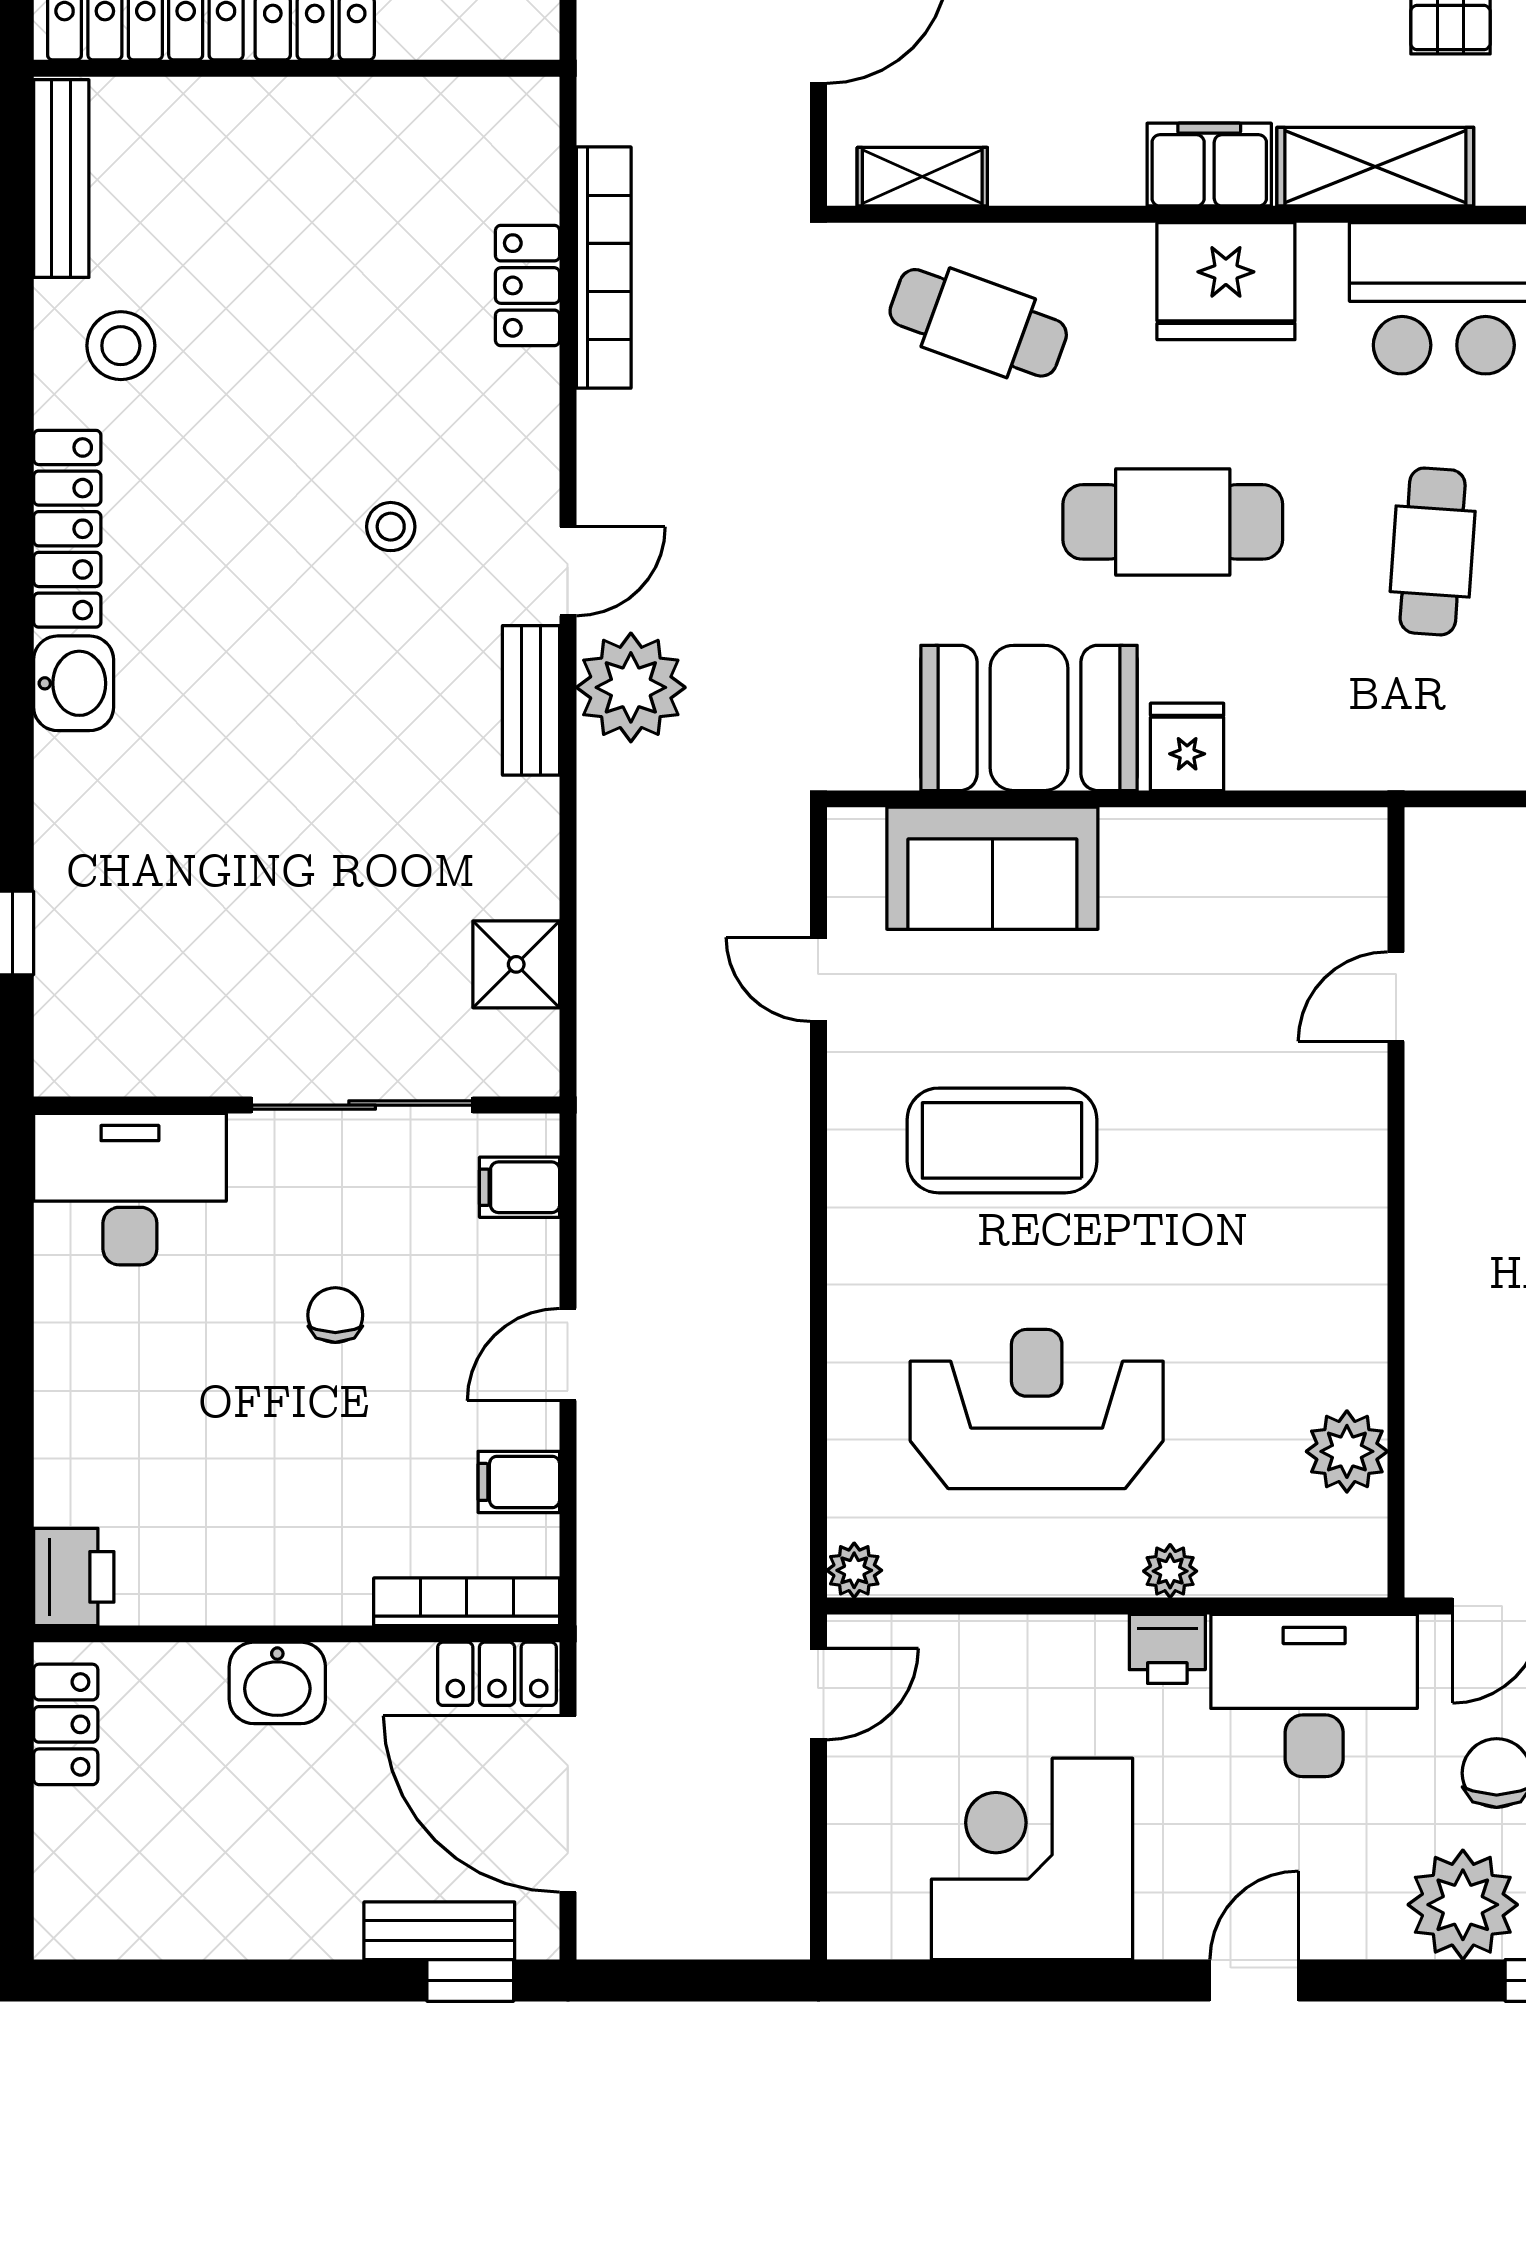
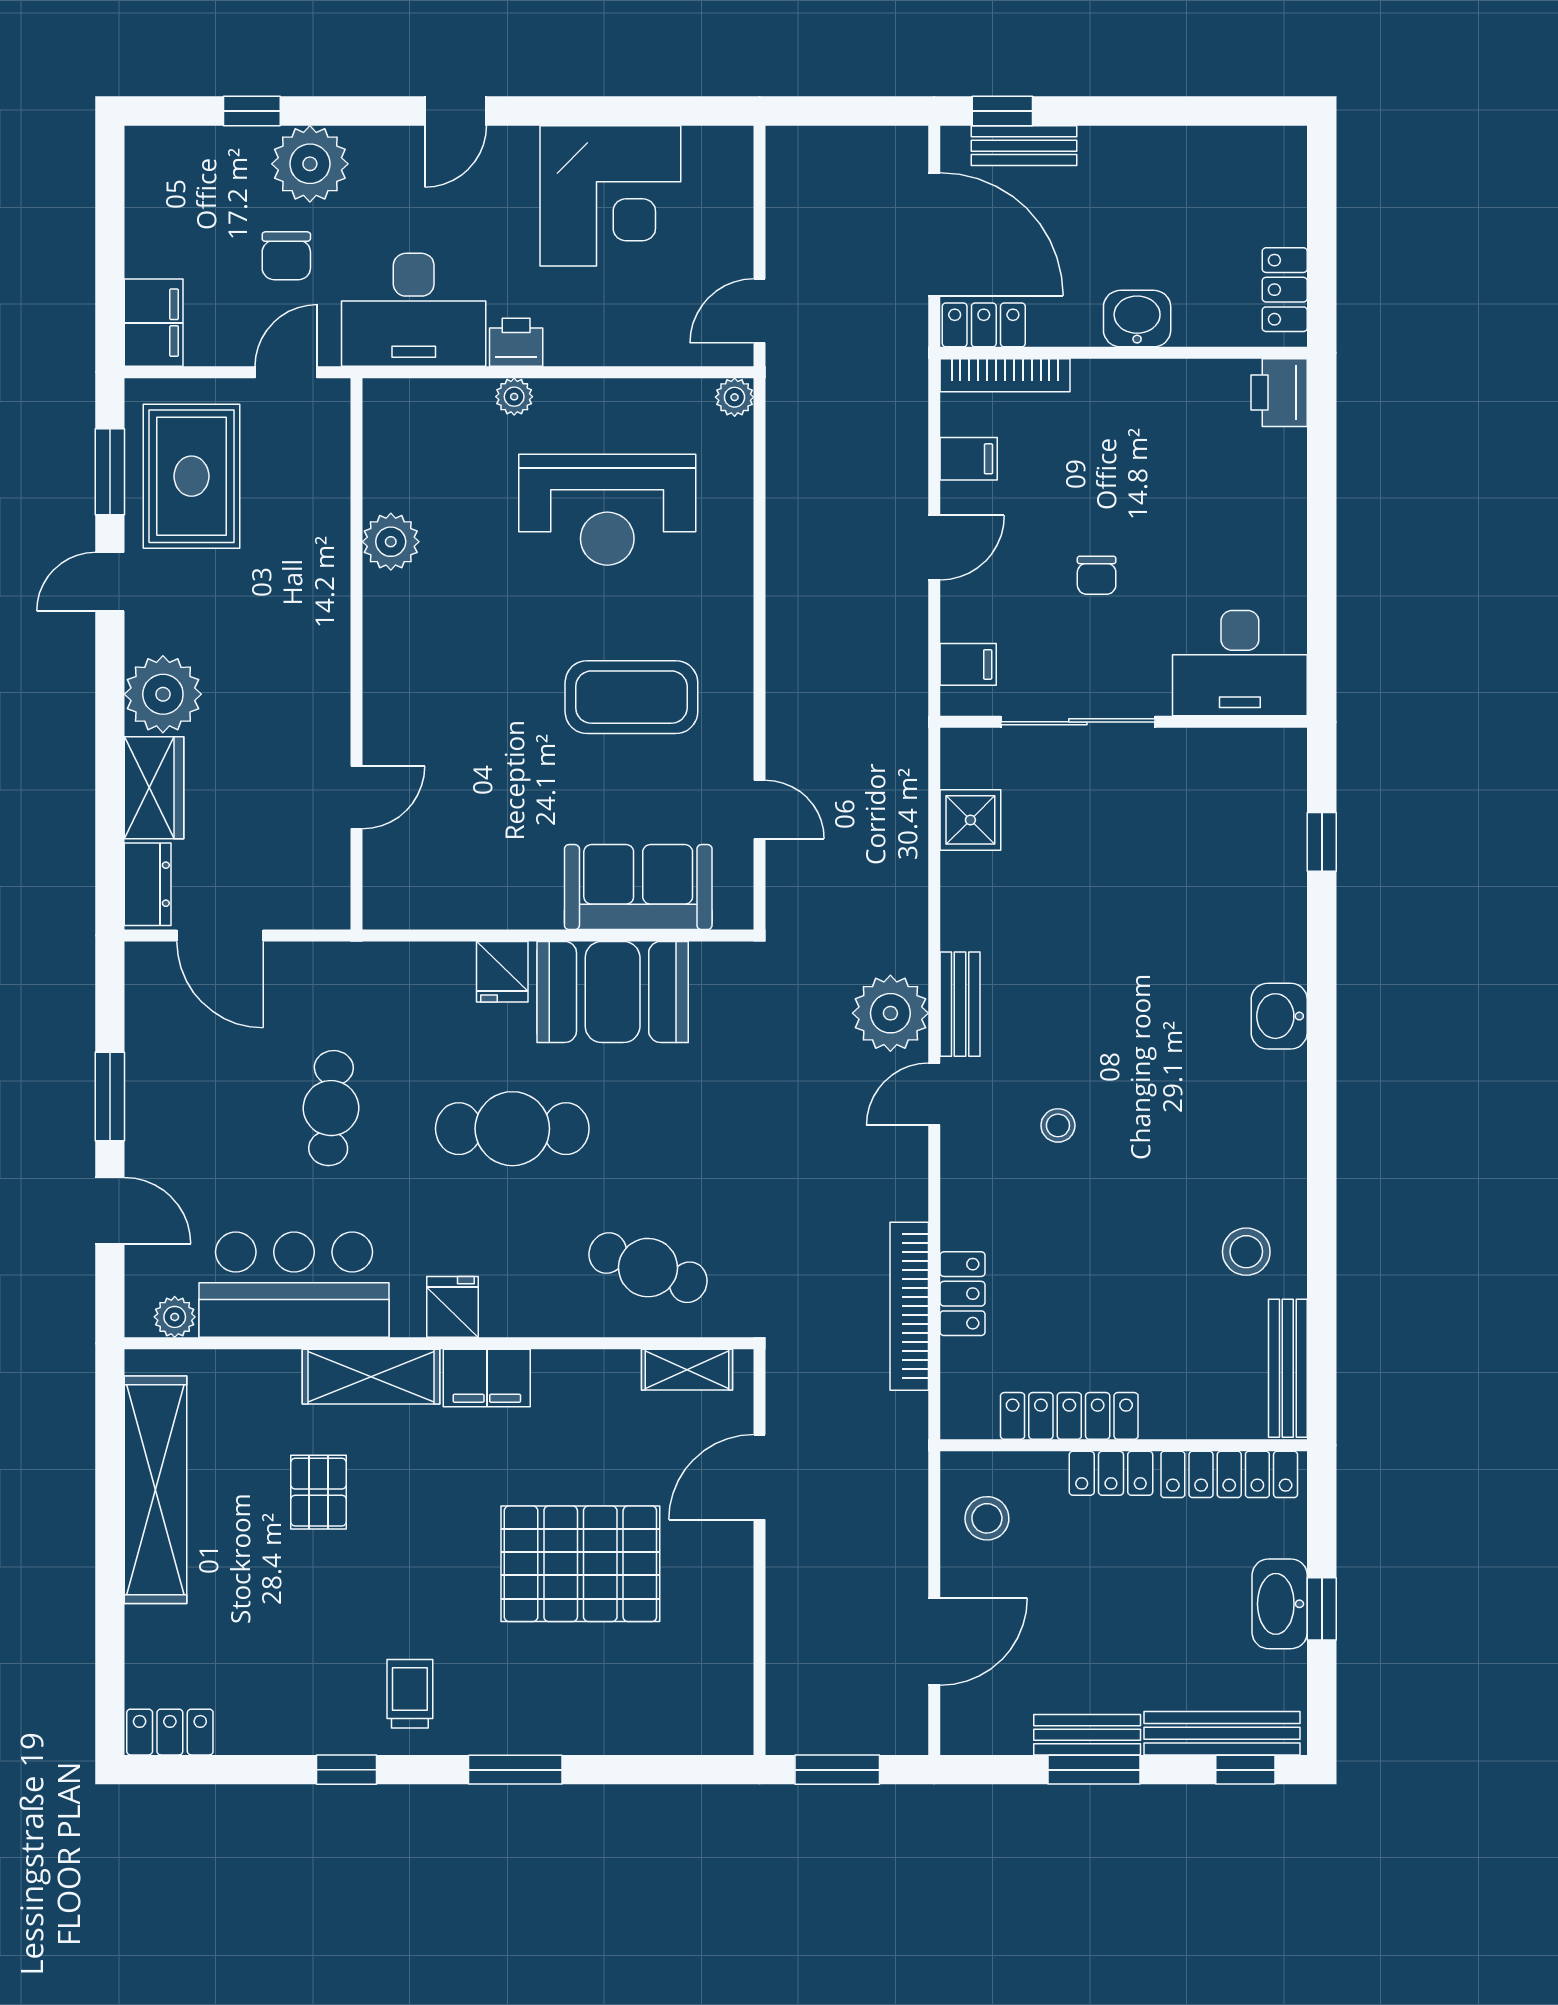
fridge: (1226, 281) -> (453, 1307), width x0.53, depth x0.75
locker: (67, 529) -> (1069, 1416), moved, turned 90
plant: (1347, 1451) -> (391, 542), moved

